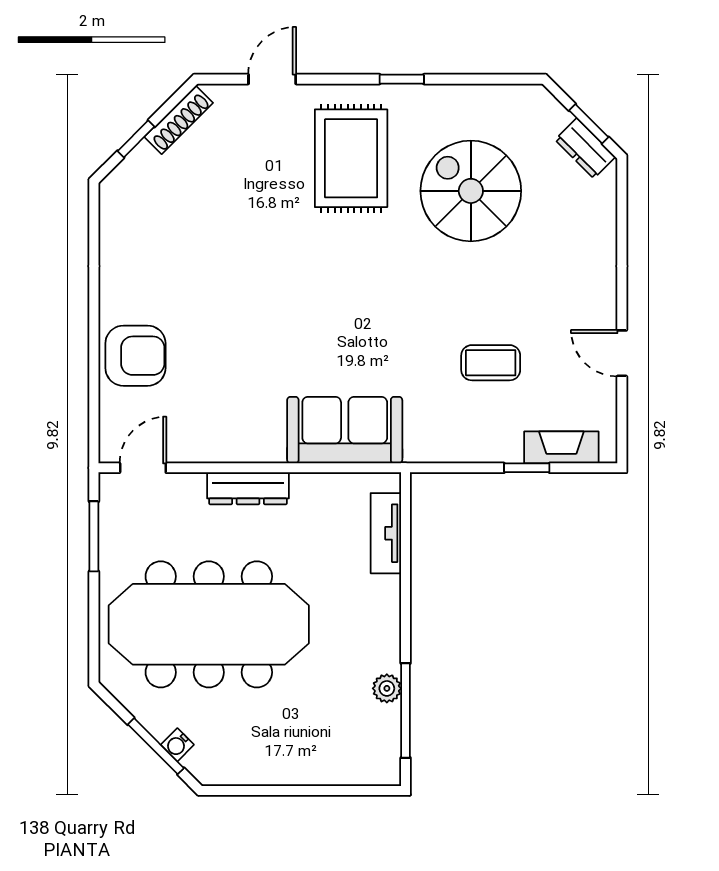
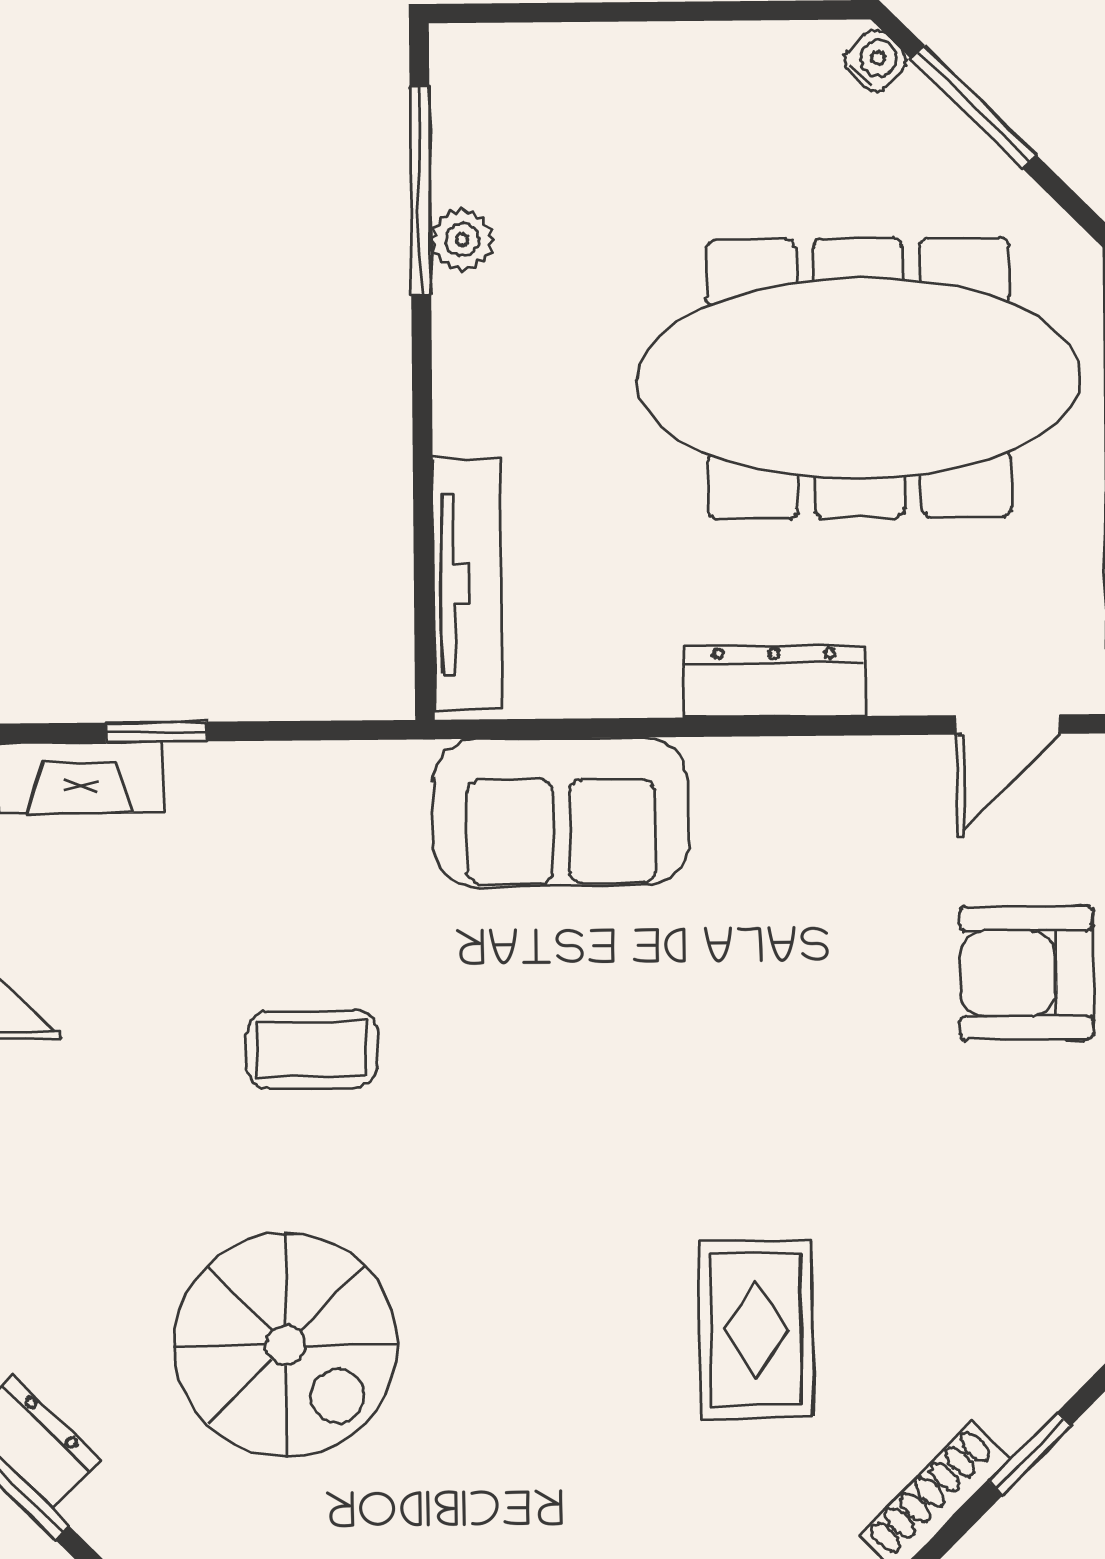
rug: (351, 158) -> (756, 1329), moved, width x0.73, depth x0.70
coffee table: (491, 363) -> (312, 1049), moved
tv unit: (386, 533) -> (468, 584), width x1.41
water cooler: (177, 745) -> (875, 61), moved

